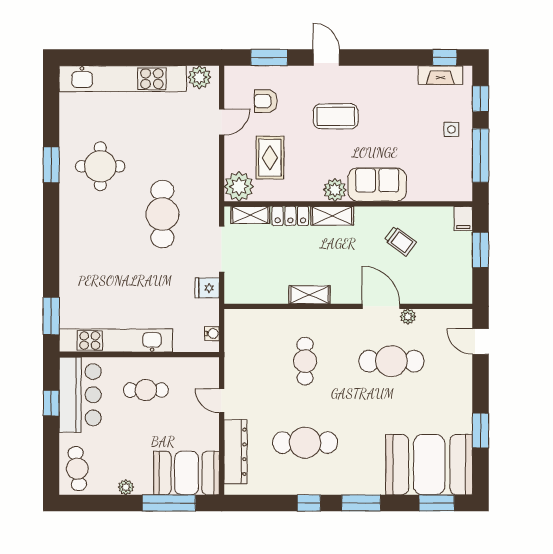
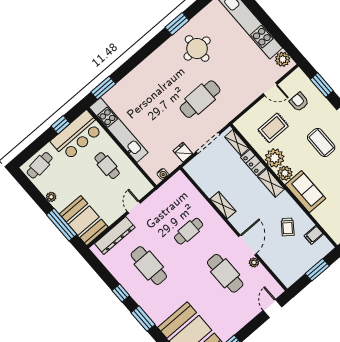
plant: (239, 187) -> (275, 158), moved
filing cabinet: (463, 219) -> (314, 235), moved

